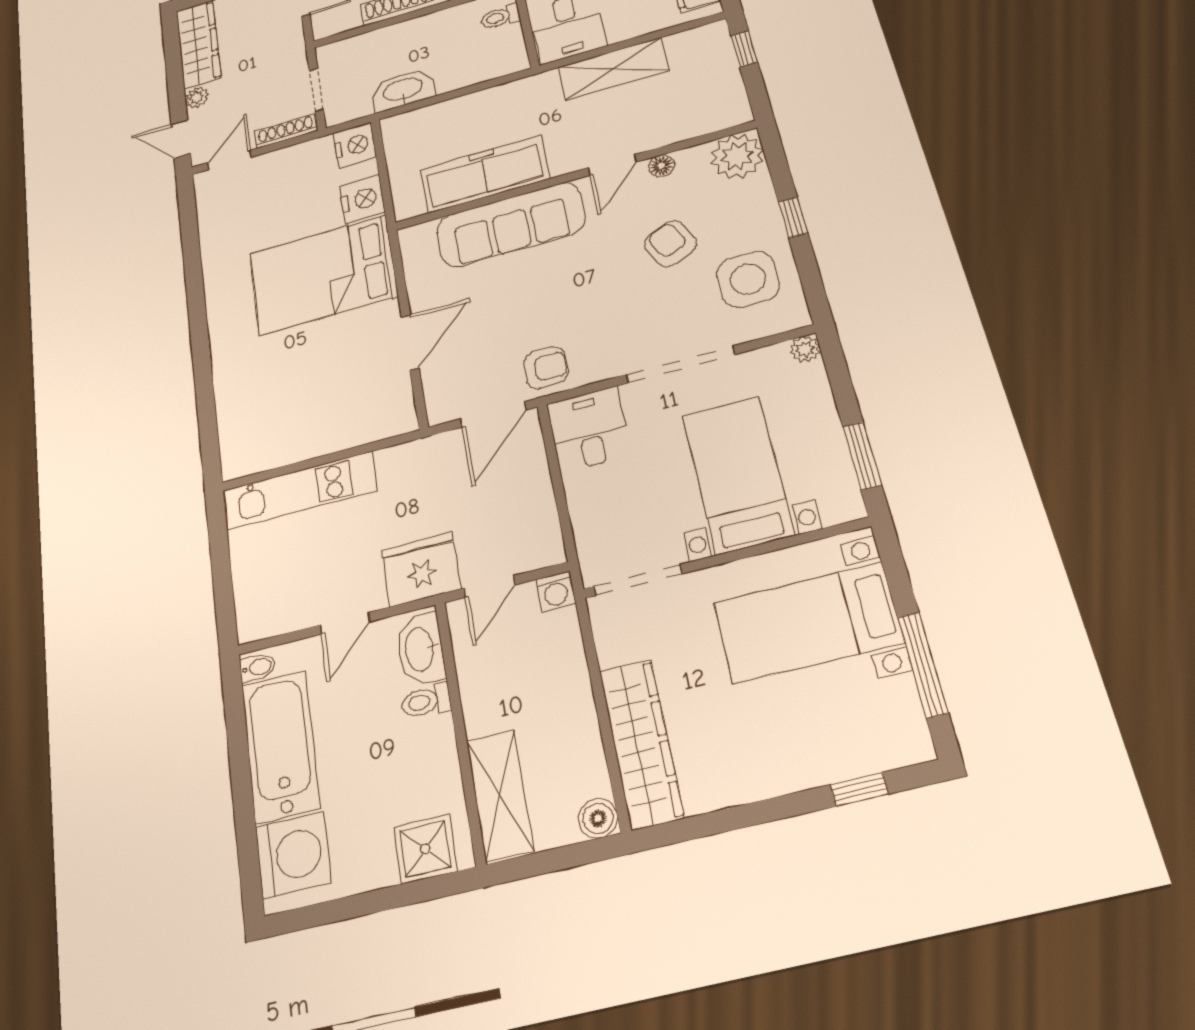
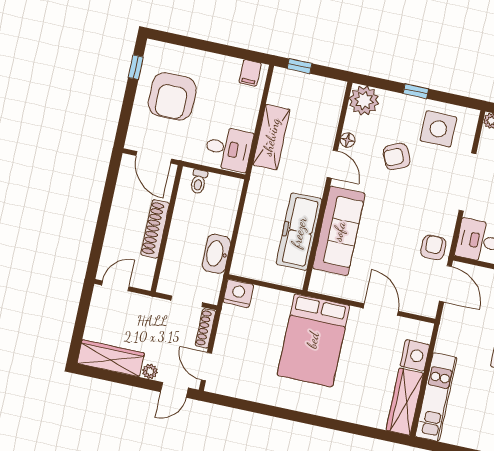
nightstand: (362, 199) -> (415, 355), moved, turned 90
wardrobe: (274, 448) -> (405, 402), added

